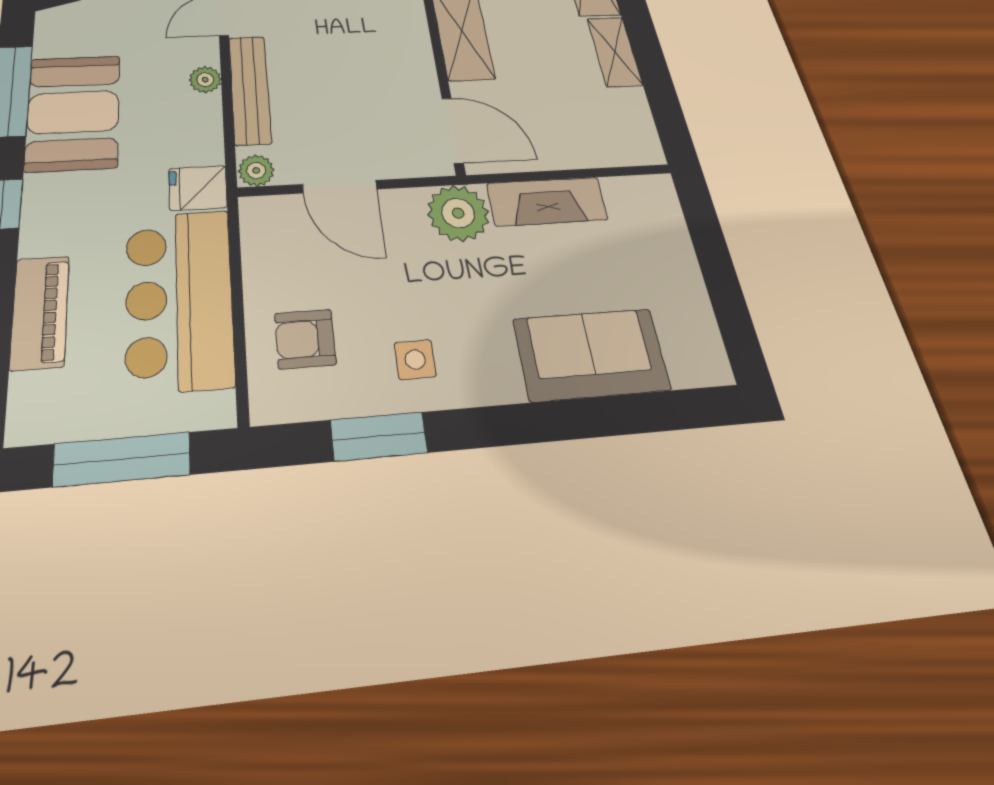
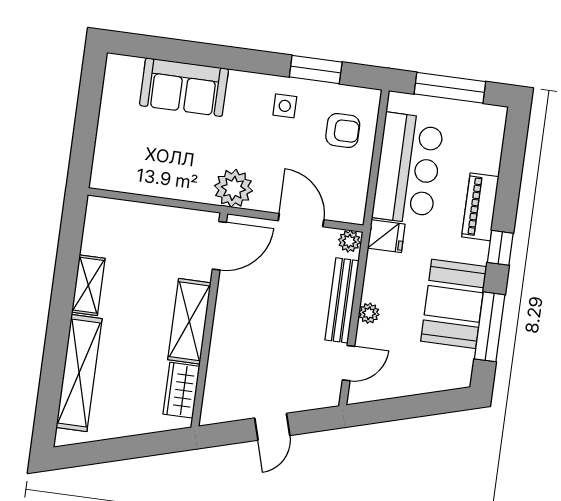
door: (453, 130) -> (219, 246), swing flipped
fireplace: (547, 201) -> (176, 185), removed
piano: (40, 312) -> (480, 207), moved

